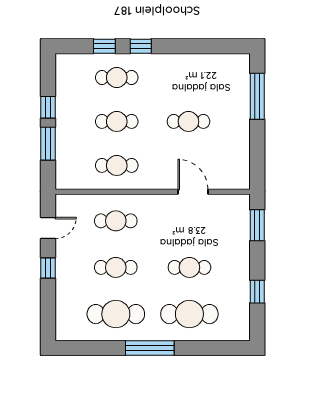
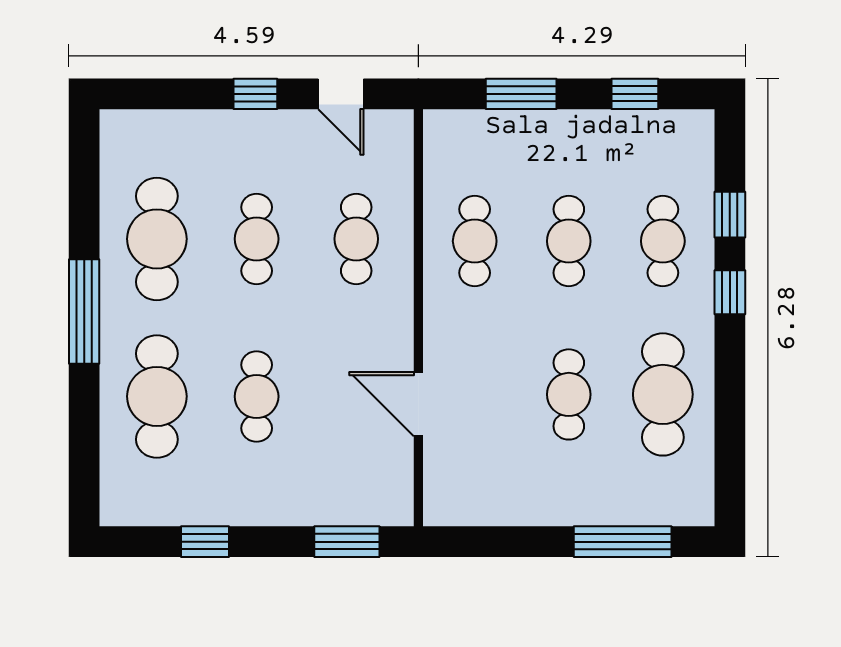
cafe table: (188, 77) -> (663, 394), added
window: (48, 107) -> (635, 94), moved
door: (193, 192) -> (418, 404), swing flipped

